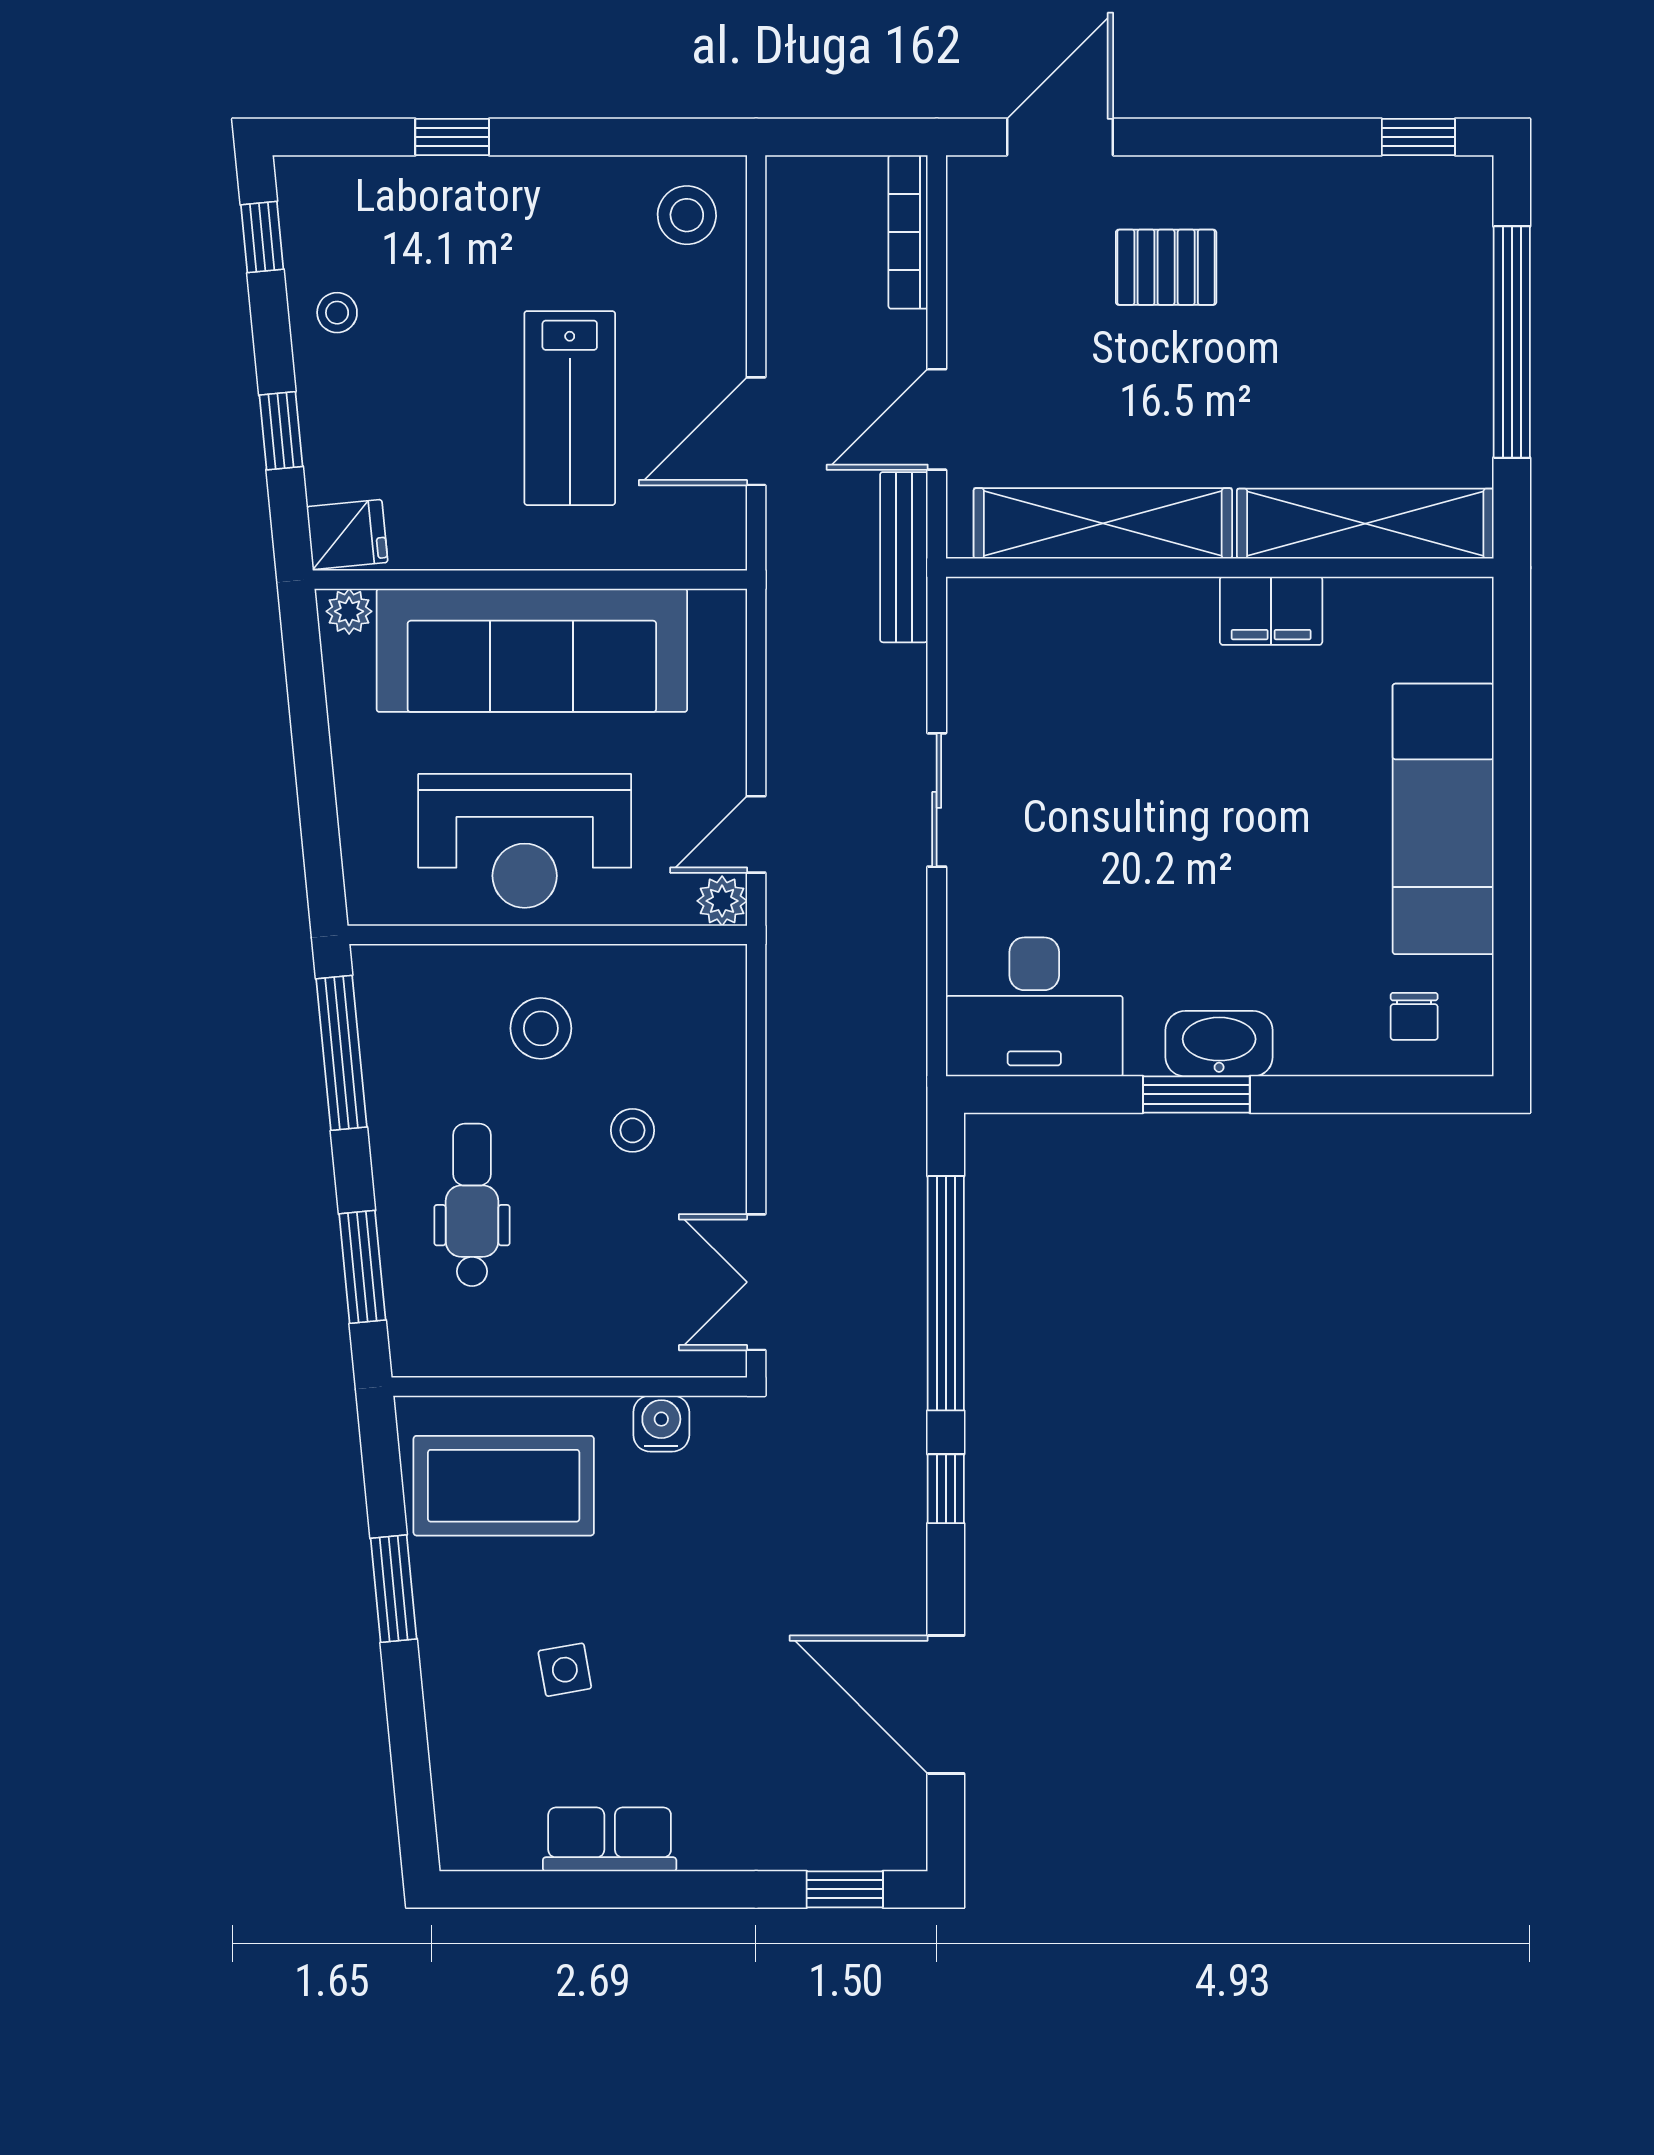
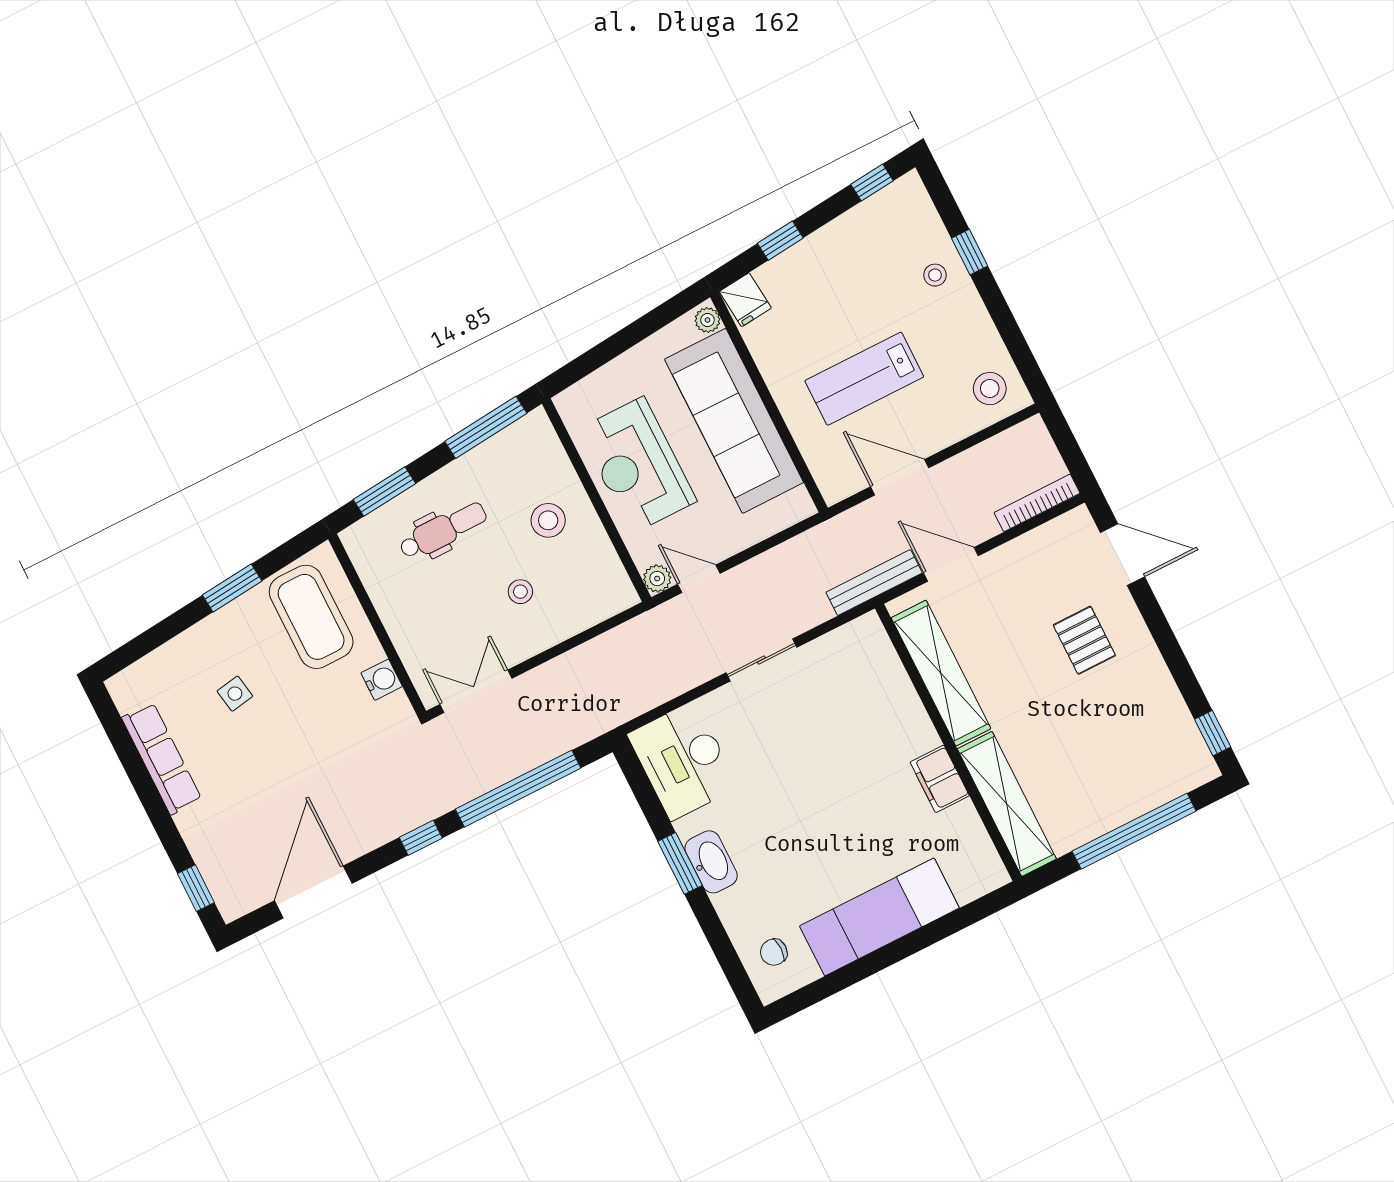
stool: (337, 313) -> (935, 275), moved
row of seats: (610, 1839) -> (162, 759), width x1.48

